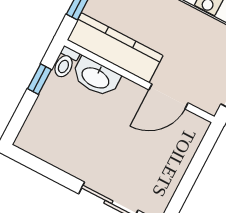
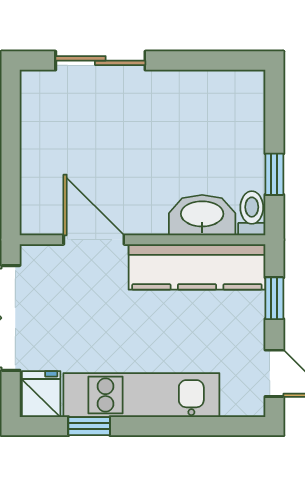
door: (169, 96) -> (94, 240), hinge flipped

